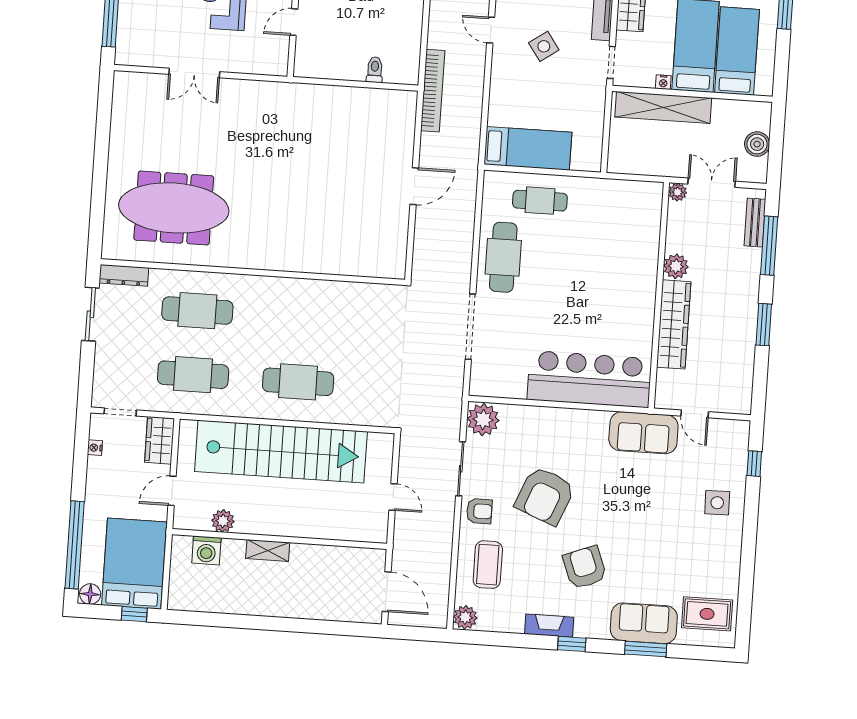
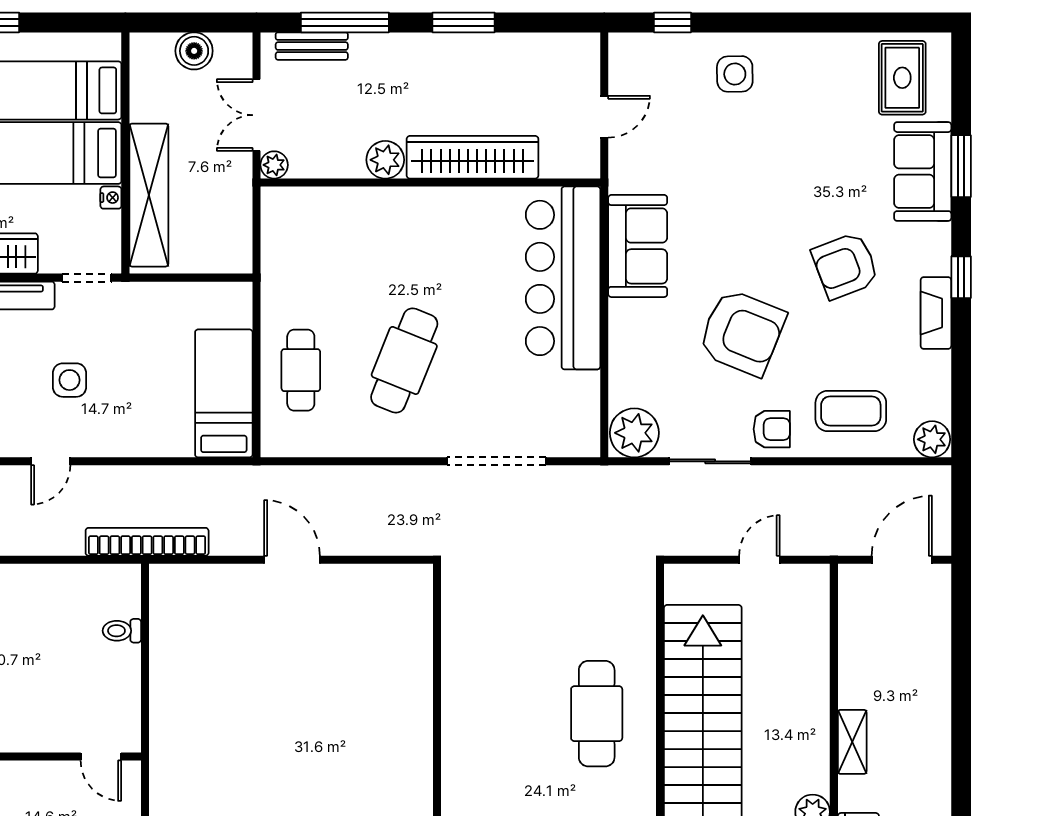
door: (294, 22) -> (101, 756), moved
side table: (544, 46) -> (70, 380), turned 35
cafe table: (503, 257) -> (404, 361), moved, turned -68
sofa: (643, 433) -> (638, 246), moved
armchair: (479, 511) -> (772, 429), turned 90

